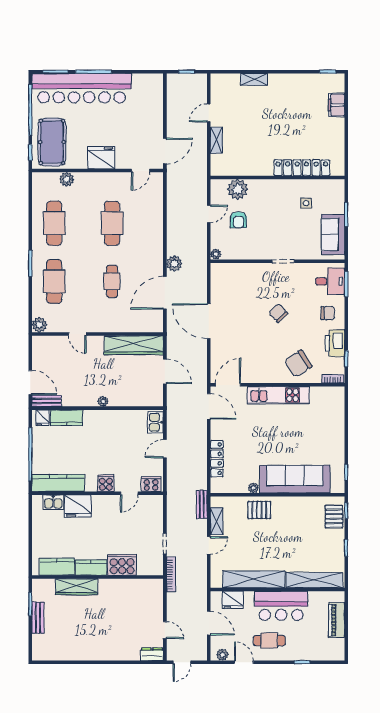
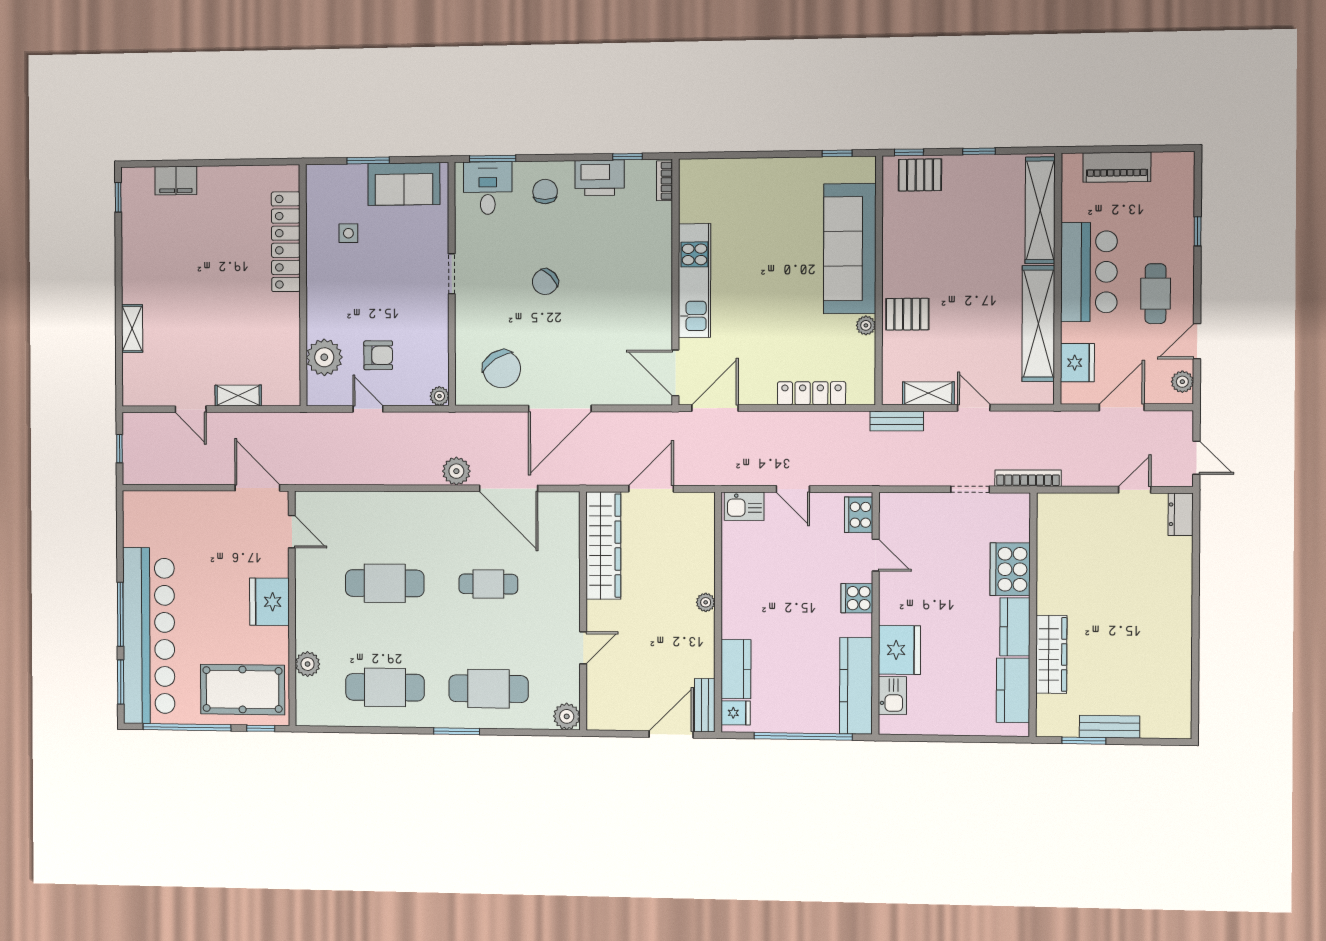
chair: (298, 364) -> (502, 369), moved
pallet: (259, 510) -> (907, 314), turned 90

